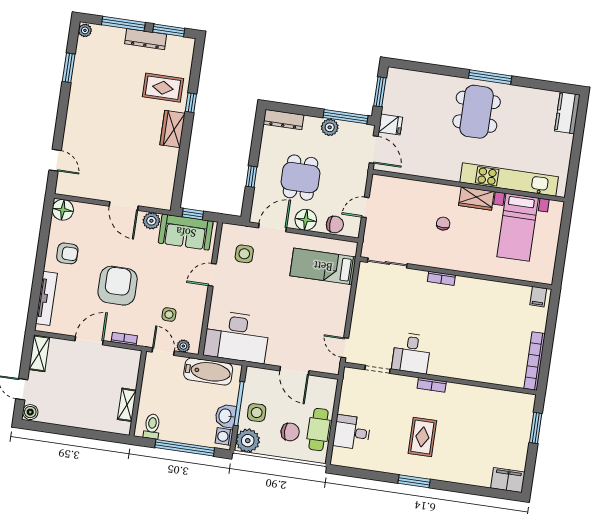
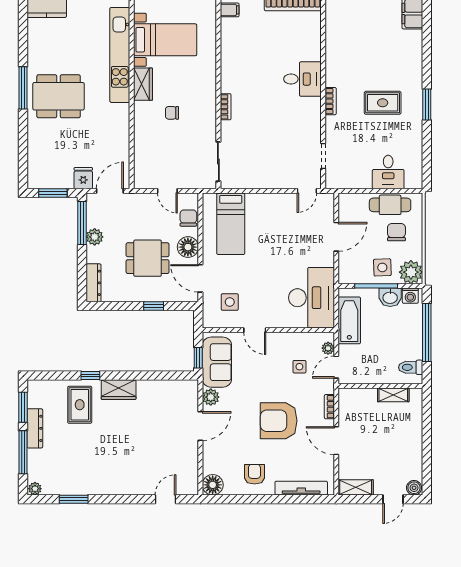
desk: (411, 353) -> (303, 79), moved

